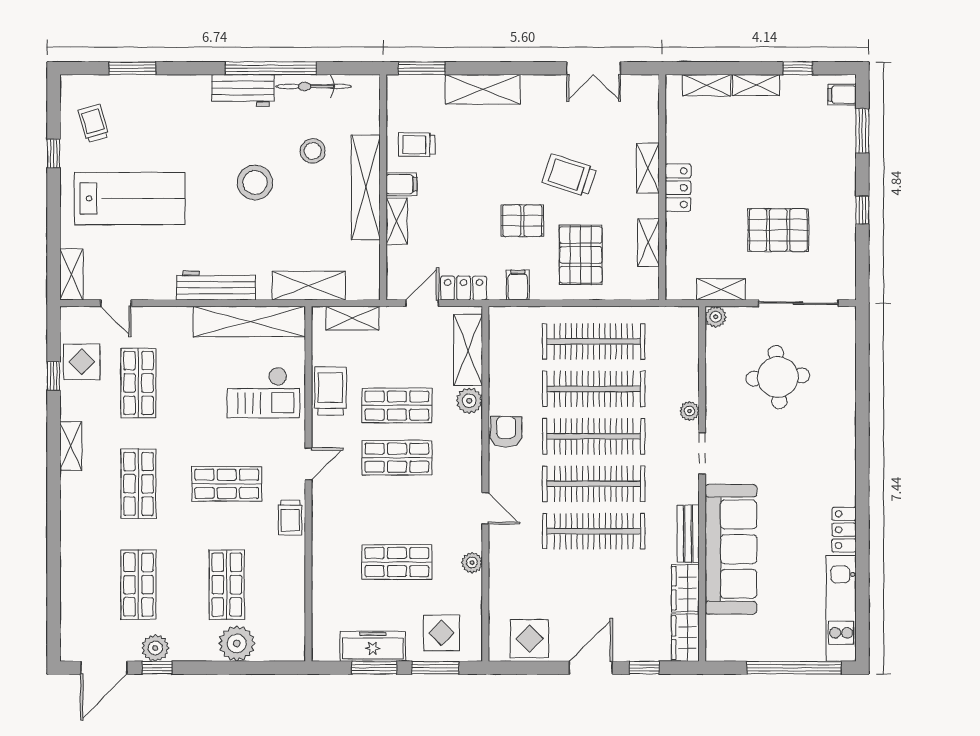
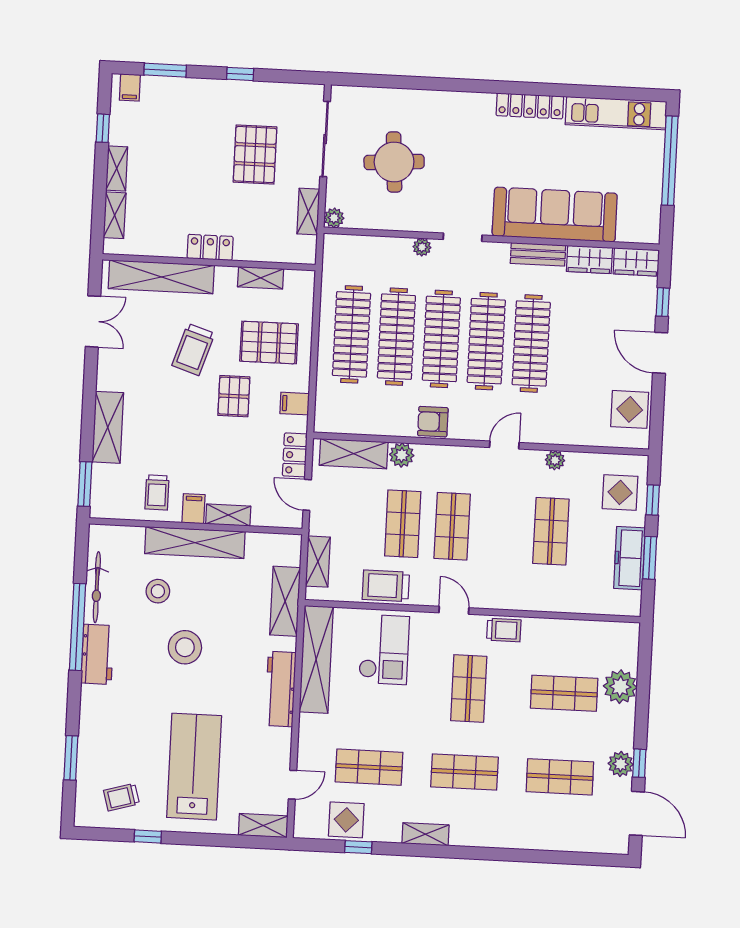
shelving: (648, 168) -> (161, 277), width x2.20, depth x1.33
locker: (844, 530) -> (530, 106), width x1.53
window: (435, 668) -> (653, 500), width x0.67

